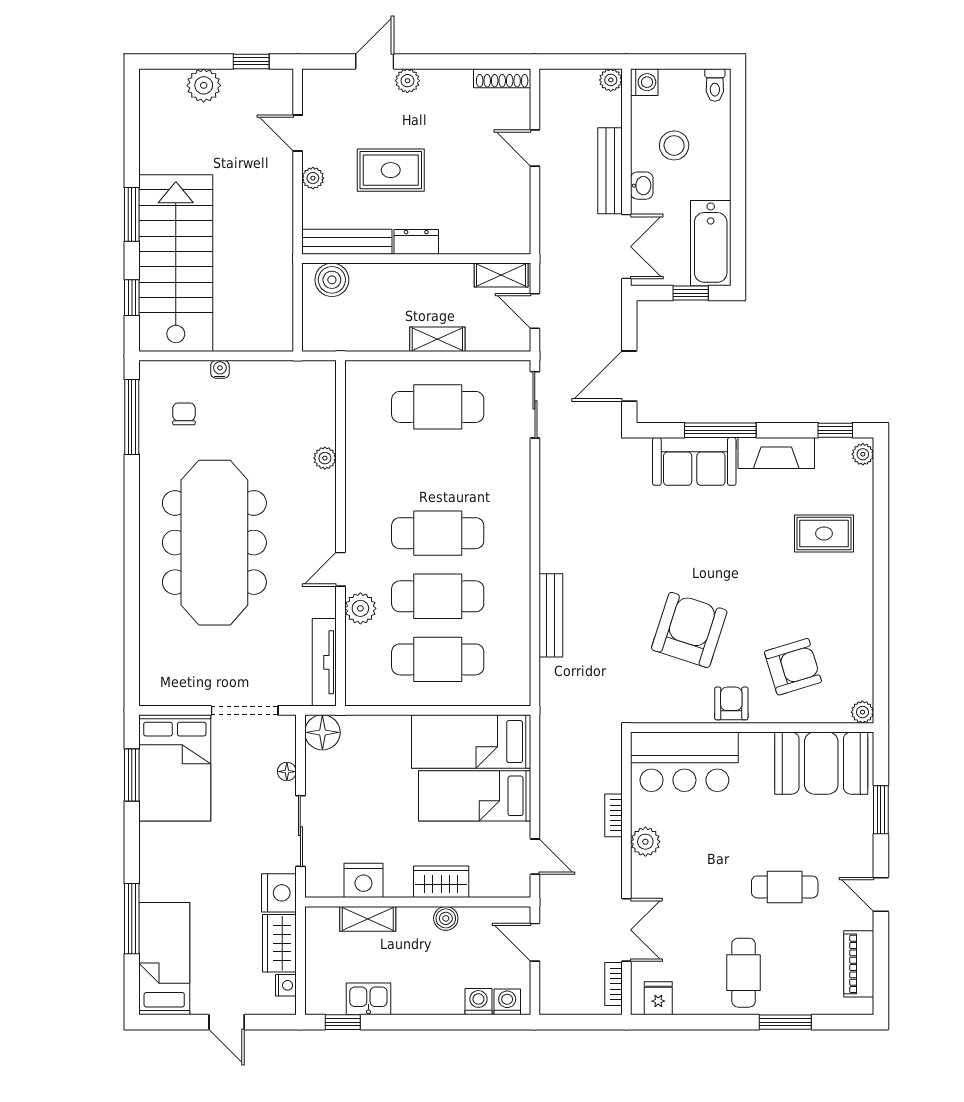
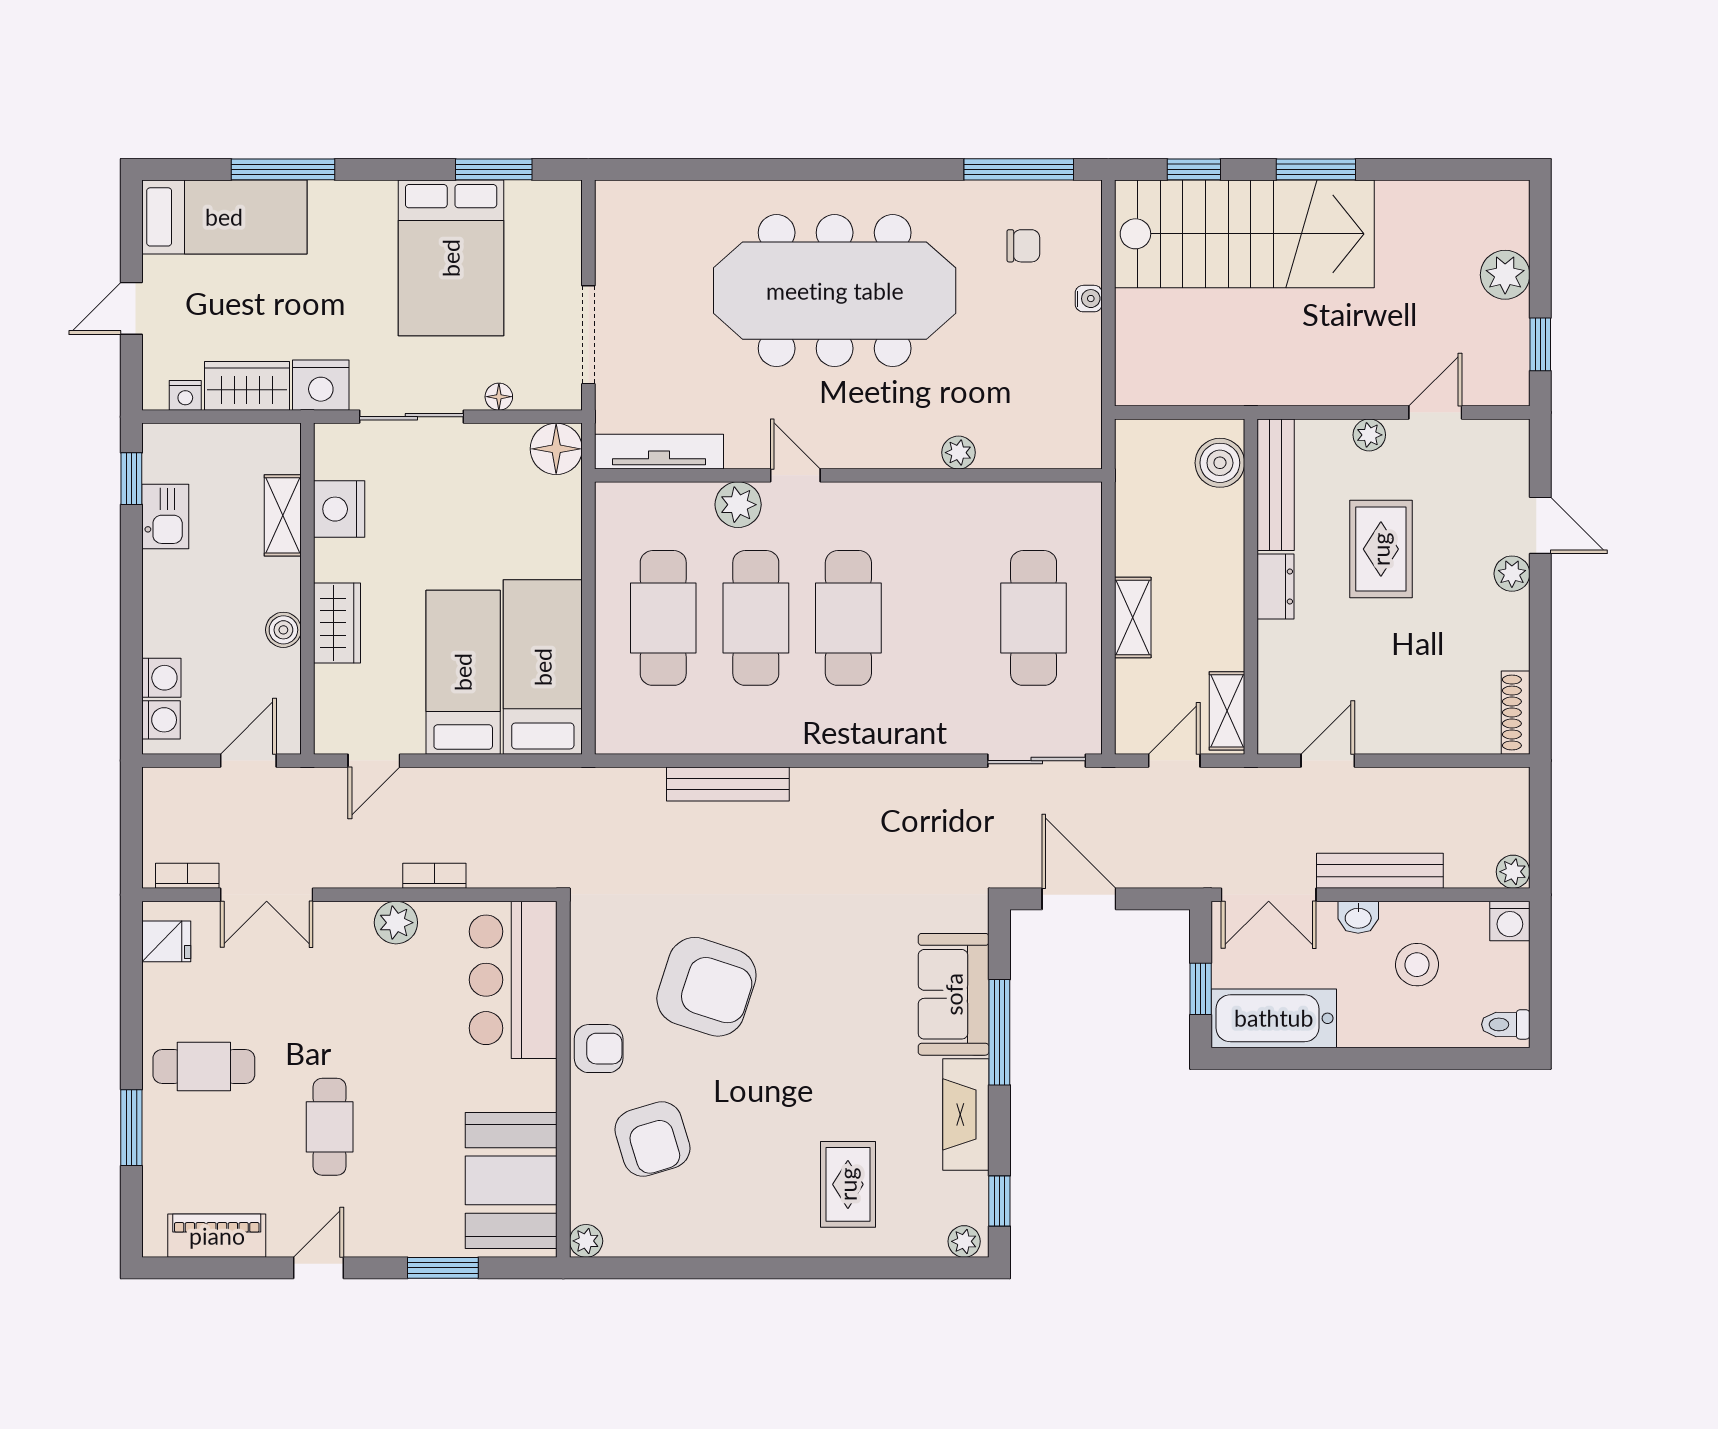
door: (535, 148) -> (1328, 761), moved
bed: (175, 768) -> (451, 258), moved, turned -90

